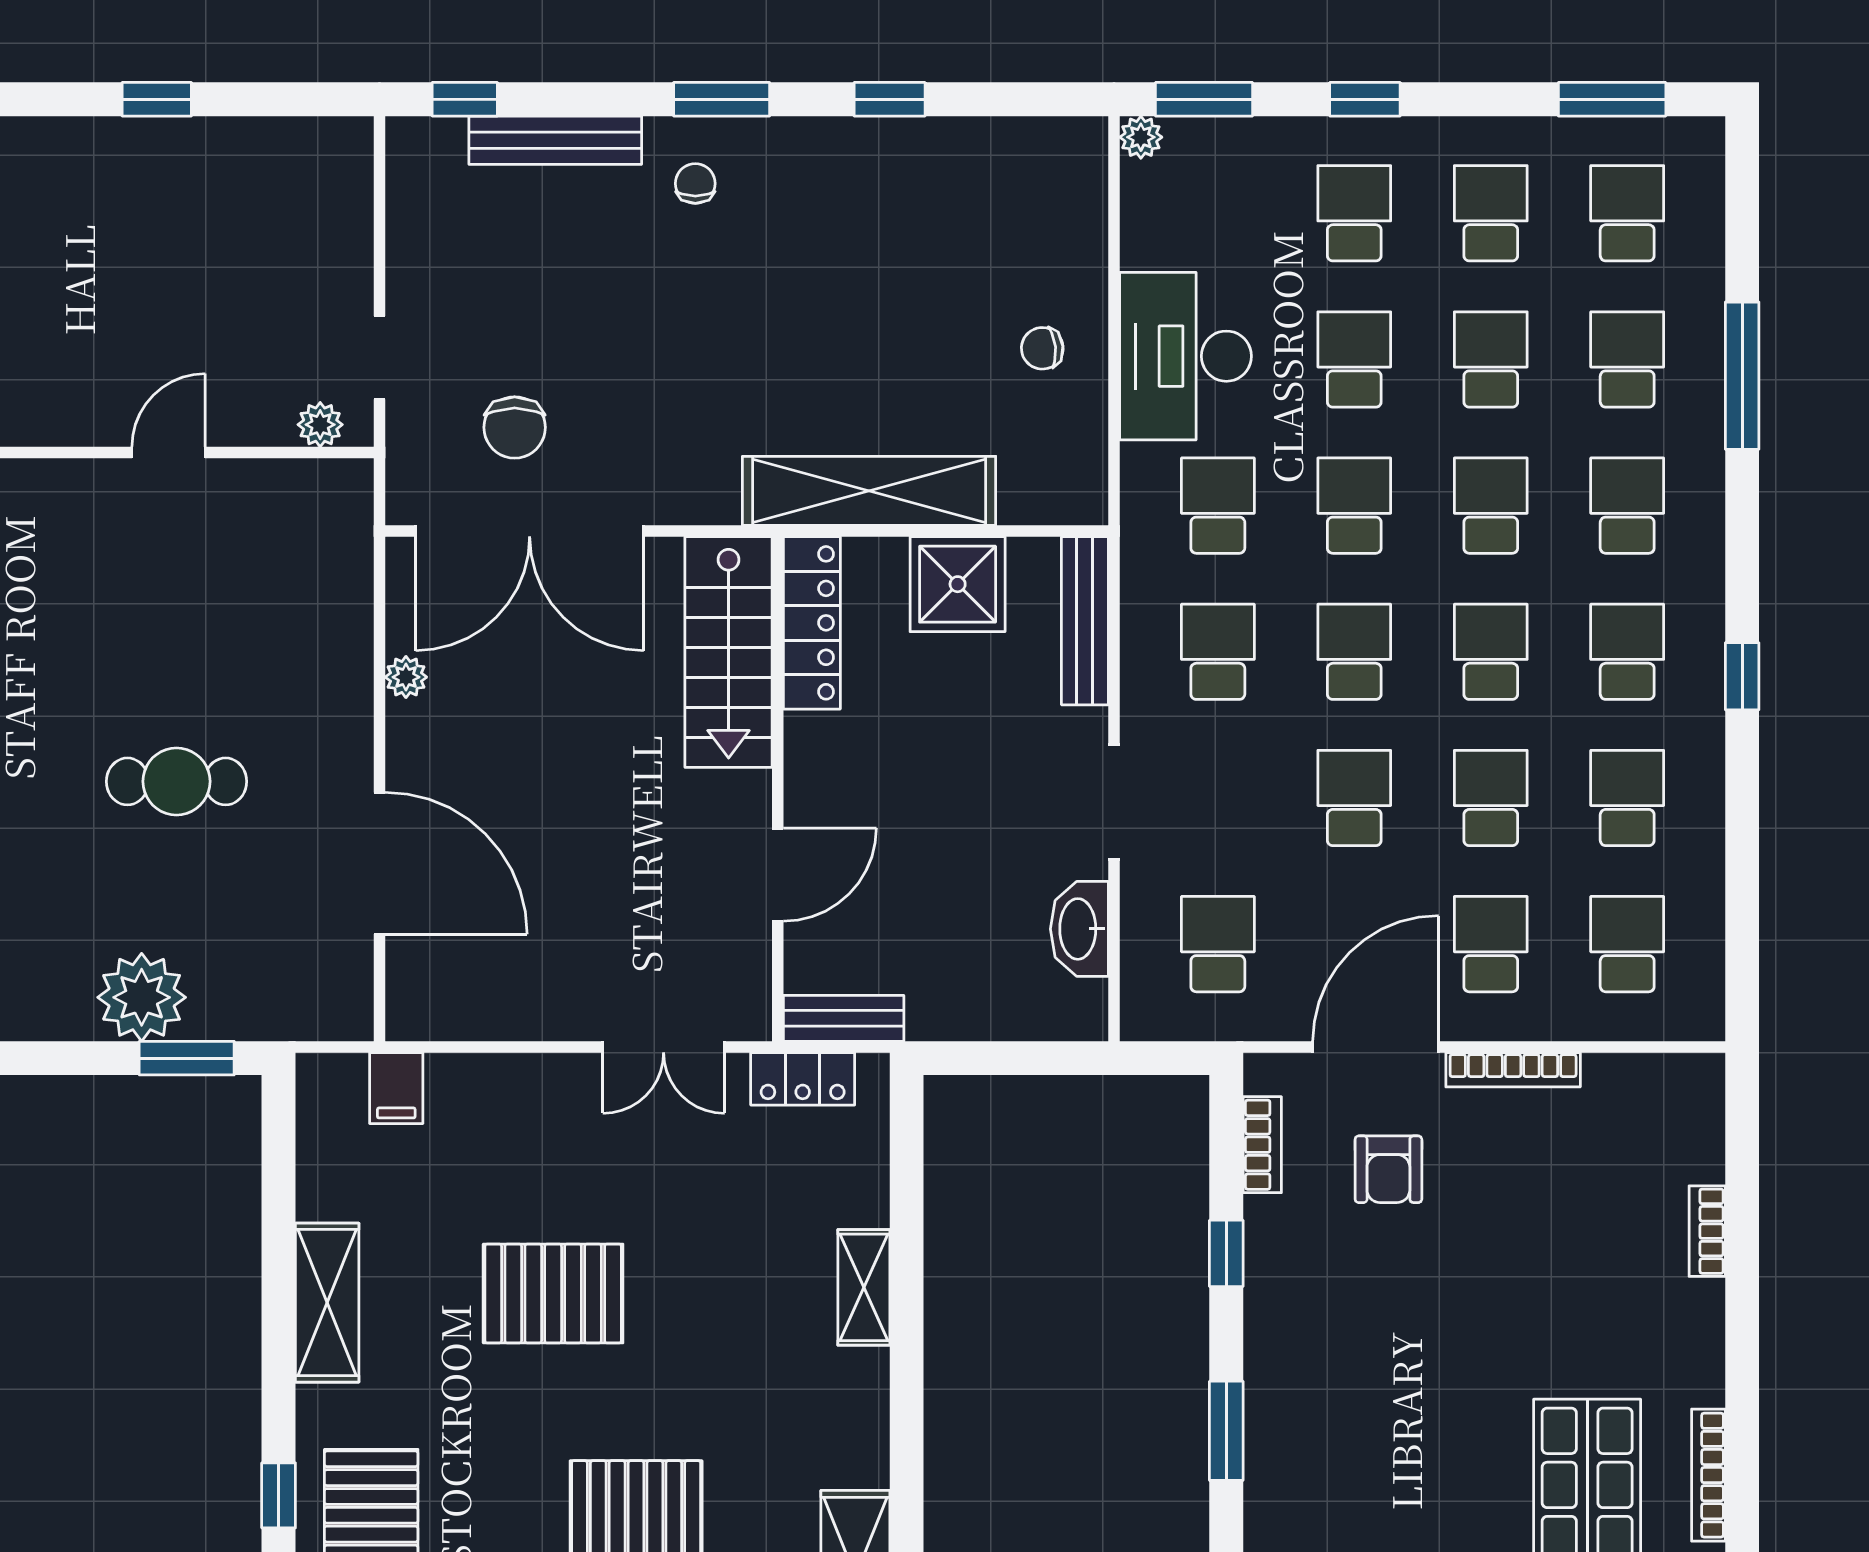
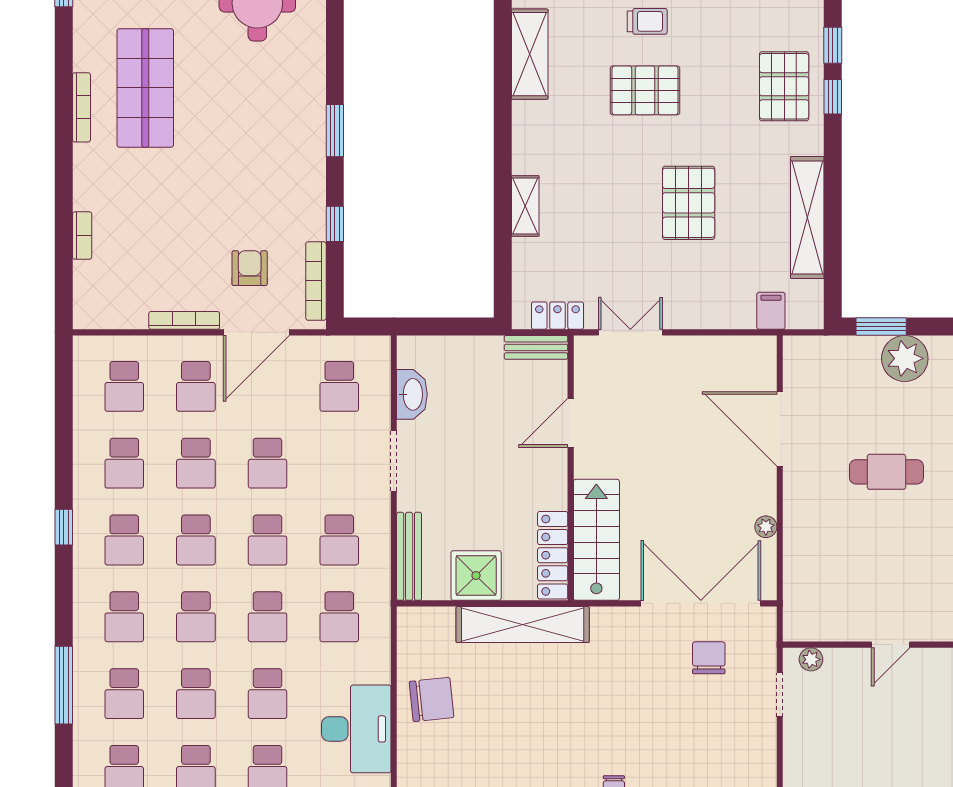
chair: (1042, 348) -> (432, 699), width x1.87, depth x1.87
desk: (1186, 356) -> (356, 729), moved
bookcase: (1262, 1145) -> (316, 281), width x1.56
pallet: (553, 1293) -> (689, 203), turned 90
shelving: (327, 1303) -> (807, 218), width x1.47

